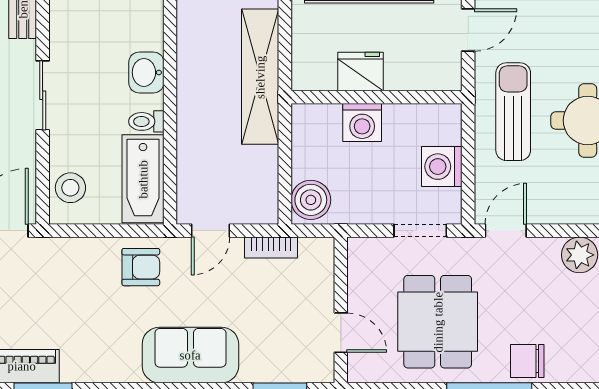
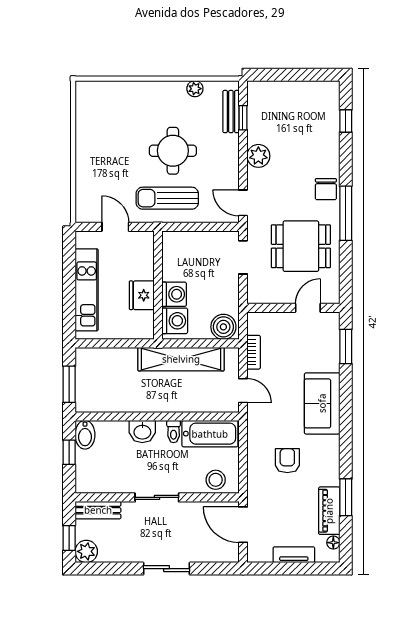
shelving: (260, 77) -> (181, 359), moved
washing machine: (442, 167) -> (175, 321), moved, turned -90
armchair: (141, 267) -> (287, 461), moved

